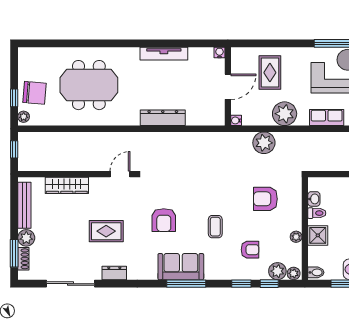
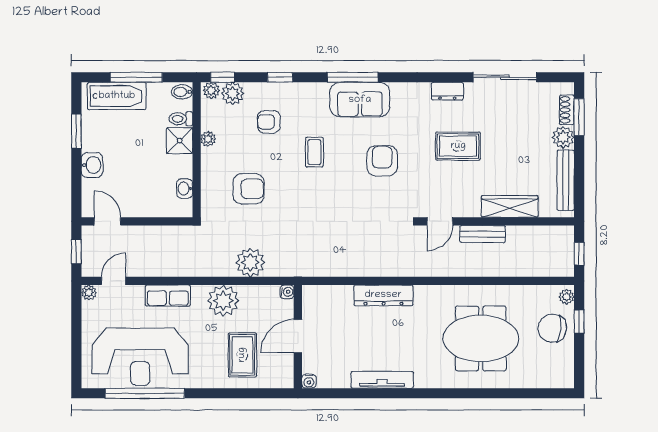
bench: (87, 164) -> (483, 234), added
toilet: (317, 213) -> (181, 119), moved
window: (269, 284) -> (223, 77), moved

